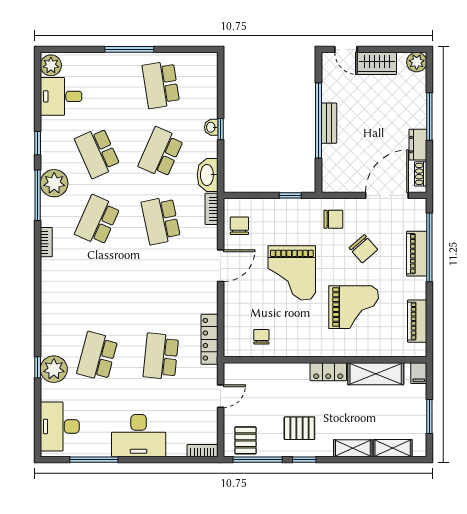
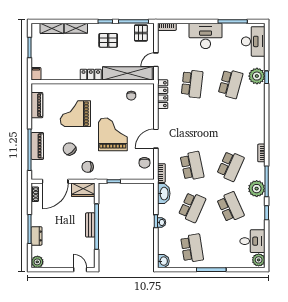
washbasin: (208, 63) -> (163, 261), added
wardrobe: (377, 63) -> (83, 190), moved, turned 180
dresser: (418, 145) -> (37, 236), moved
shelving: (376, 374) -> (127, 73), moved, width x1.47

